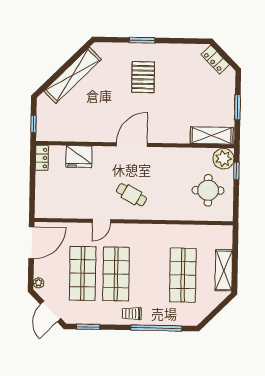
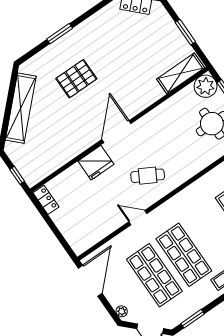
pallet: (143, 77) -> (76, 79), moved, turned 90
fridge: (79, 157) -> (96, 163), moved
door: (101, 221) -> (138, 218), swing flipped

